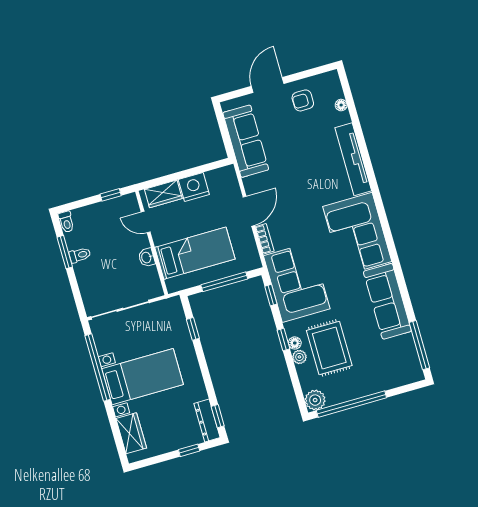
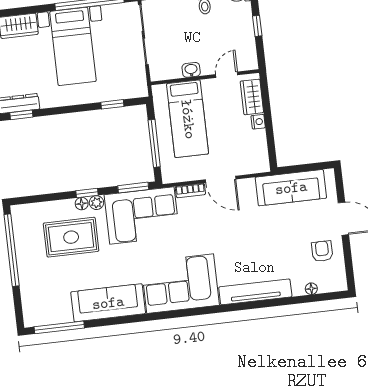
nightstand: (194, 187) -> (258, 122), width x0.53, depth x0.56
window: (111, 195) -> (257, 26), moved
window: (271, 295) -> (133, 188), width x1.50
plant: (299, 357) -> (96, 203), moved
plant: (315, 400) -> (21, 215), removed

